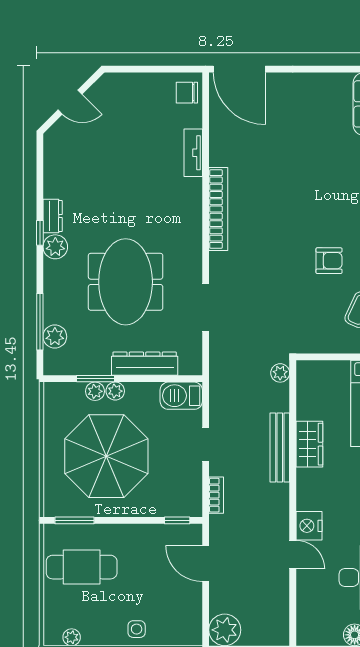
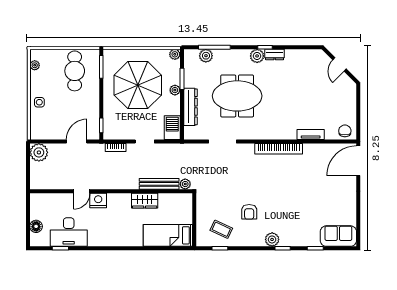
plant: (95, 391) -> (175, 54), moved
bench: (280, 448) -> (159, 184), moved

